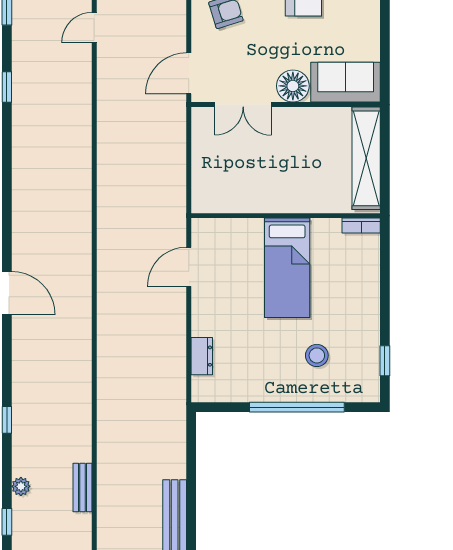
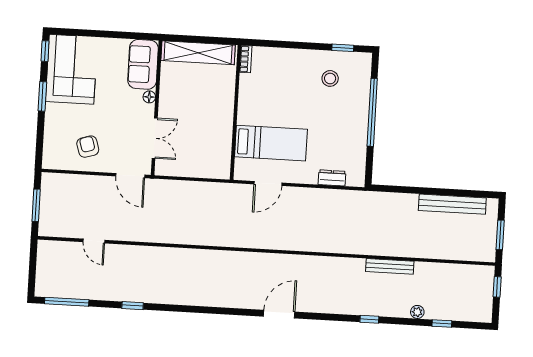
floor lamp: (293, 86) -> (149, 97), width x0.53, depth x0.53
door: (189, 267) -> (268, 183), hinge flipped
bed: (287, 268) -> (271, 143), moved
stool: (317, 355) -> (330, 78), moved
bench: (83, 487) -> (390, 266), moved, width x1.36

